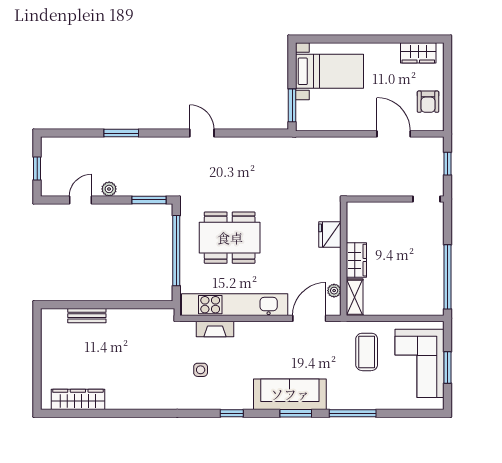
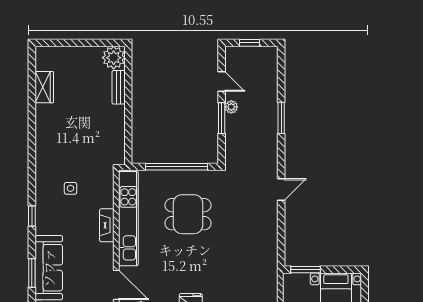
window: (149, 200) -> (222, 118), moved
dining table: (230, 238) -> (188, 214), width x0.73
plant: (54, 321) -> (114, 58), added
fireplace: (215, 329) -> (107, 225), moved
wardrobe: (78, 399) -> (44, 87), width x0.67

